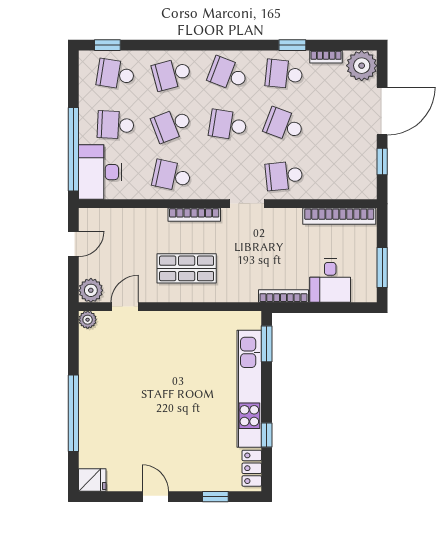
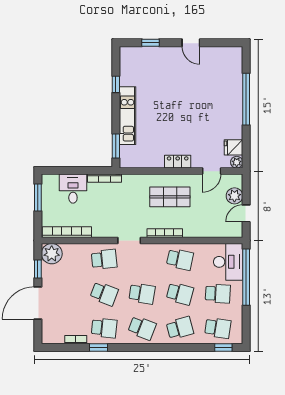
plant: (362, 66) -> (52, 254), moved
school desk: (172, 125) -> (180, 294), turned 36
plant: (91, 290) -> (234, 196), moved
kitchen unit: (249, 389) -> (128, 116), width x0.73
locker: (252, 468) -> (178, 162), moved, turned -90
fridge: (92, 480) -> (233, 147), moved

